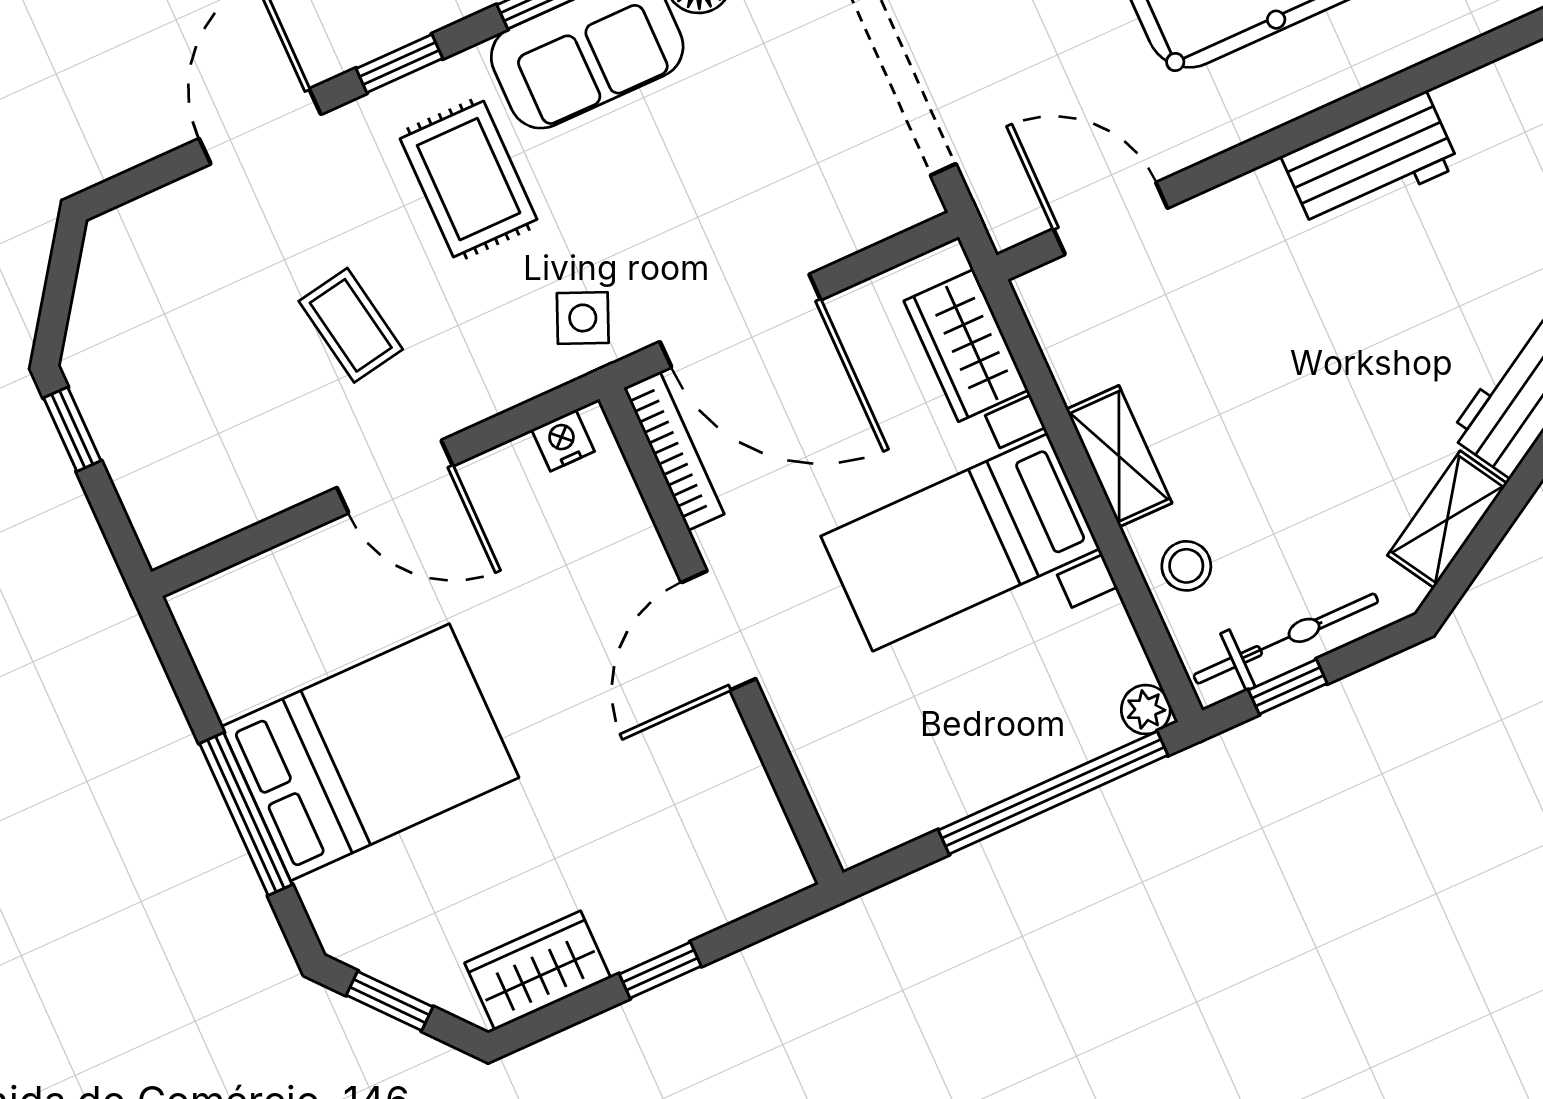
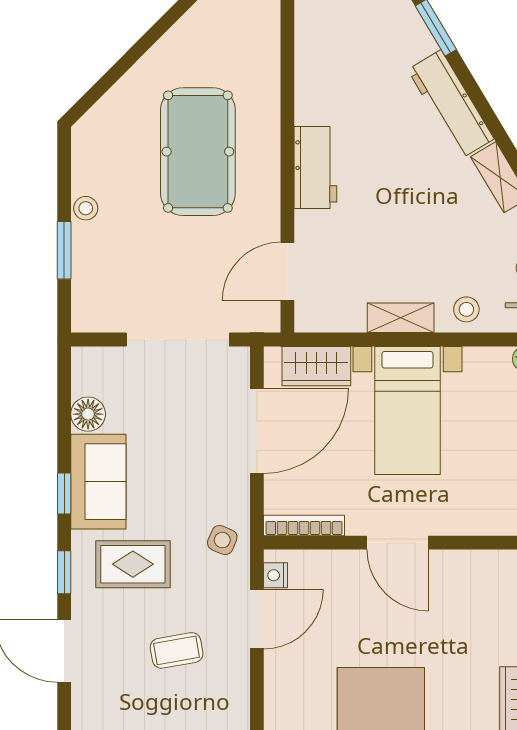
workbench: (1370, 161) -> (315, 167), moved
door: (740, 321) -> (257, 431), moved
door: (395, 477) -> (257, 619), moved

